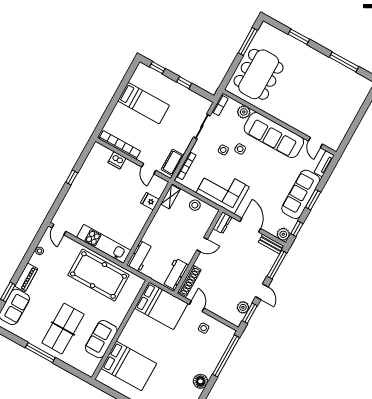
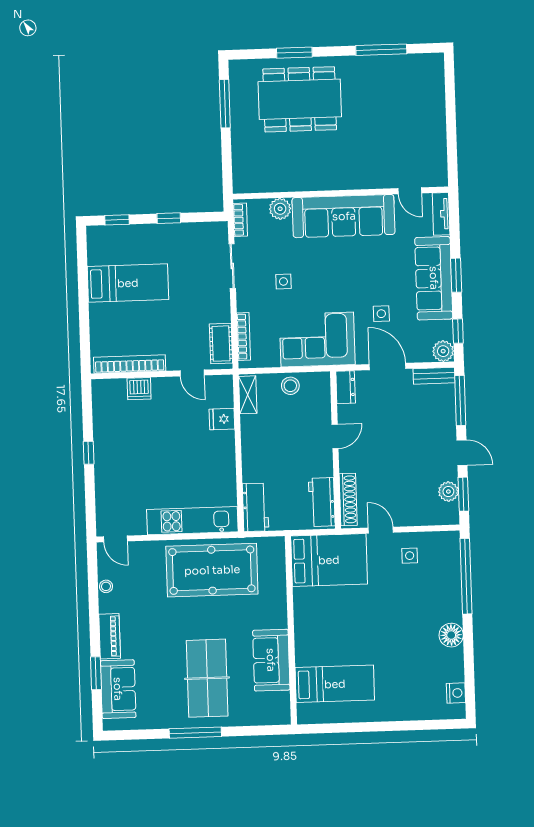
dining table: (259, 74) -> (300, 99), moved, turned 90
side table: (240, 149) -> (381, 314), moved
bed: (129, 366) -> (335, 684), width x0.67

